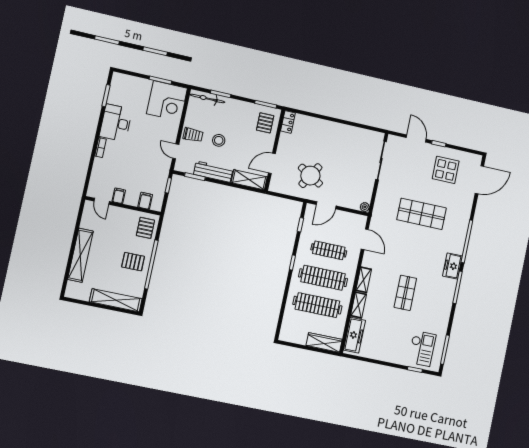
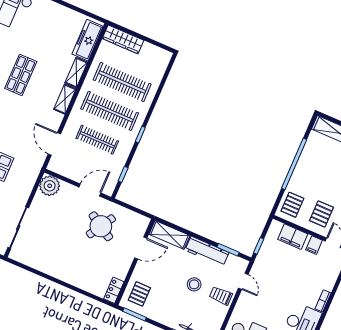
filing cabinet: (145, 201) -> (293, 237), width x2.00
plant: (365, 207) -> (50, 186), width x1.88, depth x1.88
pallet: (133, 262) -> (321, 214), moved, turned 90

